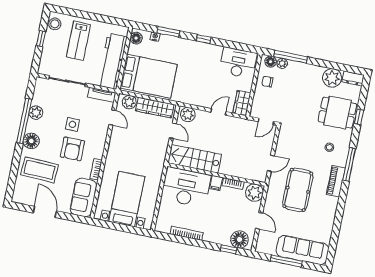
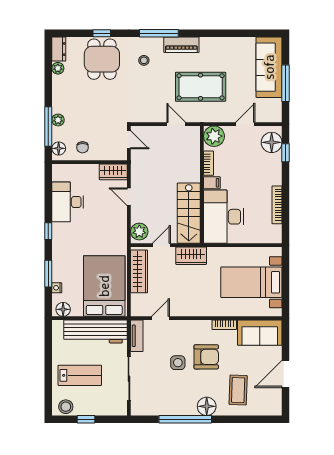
desk: (238, 63) -> (68, 202), moved
plant: (282, 63) -> (58, 120), moved
plant: (332, 78) -> (58, 68), width x0.53, depth x0.53
plant: (129, 102) -> (139, 302), removed
plant: (36, 113) -> (173, 408), removed
wardrobe: (159, 153) -> (191, 256), added
coffee table: (40, 170) -> (238, 390), width x0.73, depth x0.76

